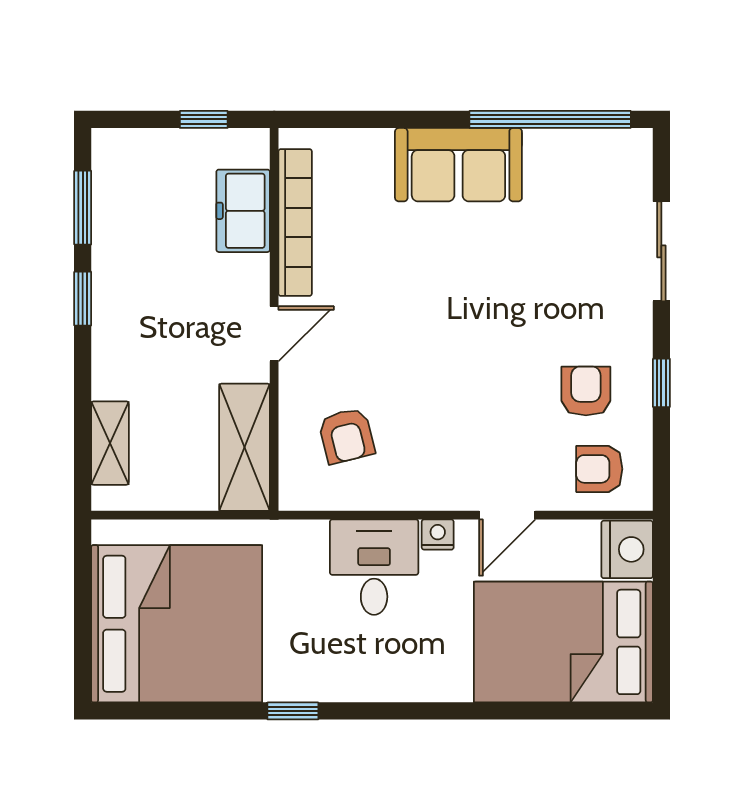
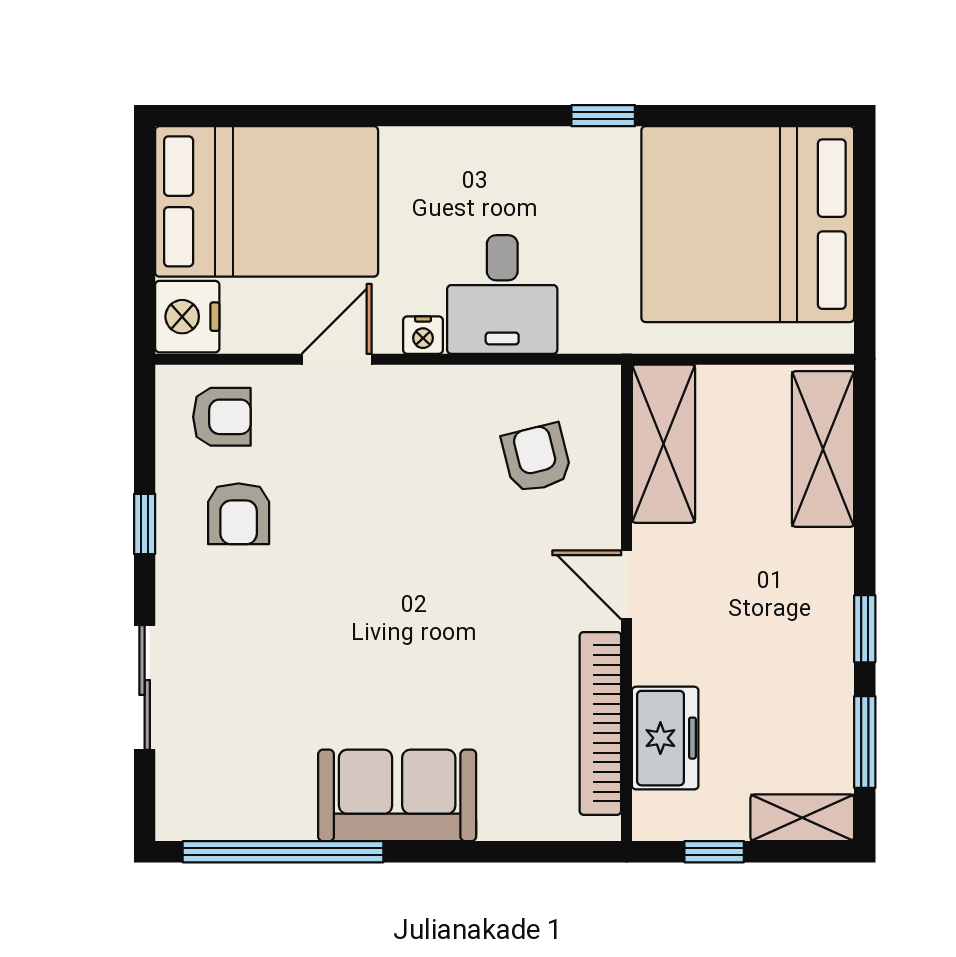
shelving: (133, 147) -> (802, 818), added
door: (274, 334) -> (626, 585), hinge flipped
shelving: (110, 443) -> (823, 449), width x1.50, depth x1.33

